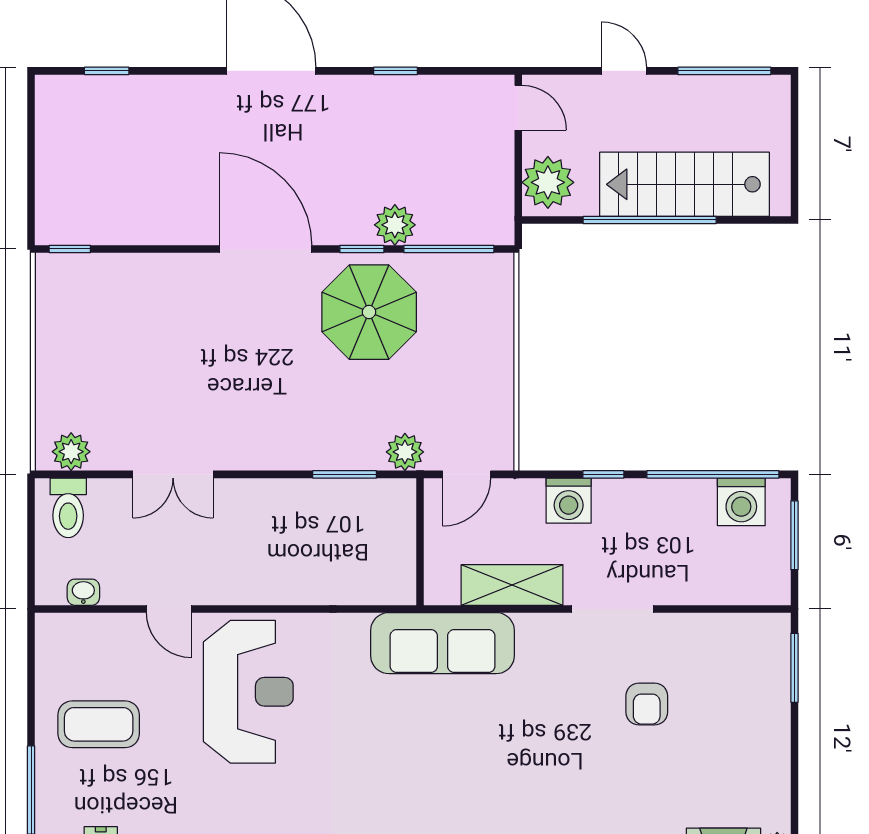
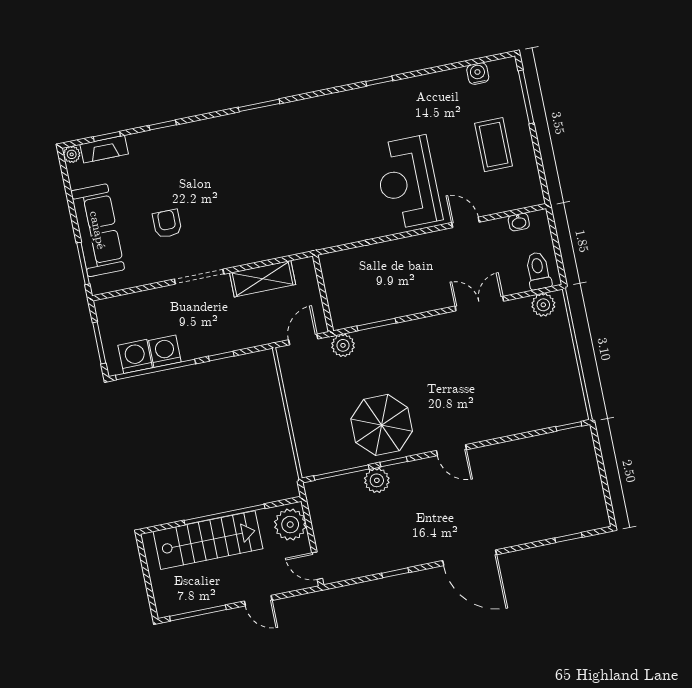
door: (265, 249) -> (451, 450), width x0.53
washing machine: (569, 501) -> (165, 351), moved
sofa: (443, 643) -> (98, 230), moved, turned 90
coffee table: (99, 724) -> (494, 145), turned 90

